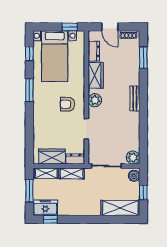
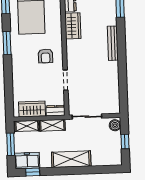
bench: (135, 98) -> (113, 43), width x1.36
plant: (95, 100) -> (73, 51), removed
armchair: (67, 104) -> (46, 56), turned -90
plant: (133, 158) -> (113, 107), removed
shelving: (120, 208) -> (71, 159), moved

